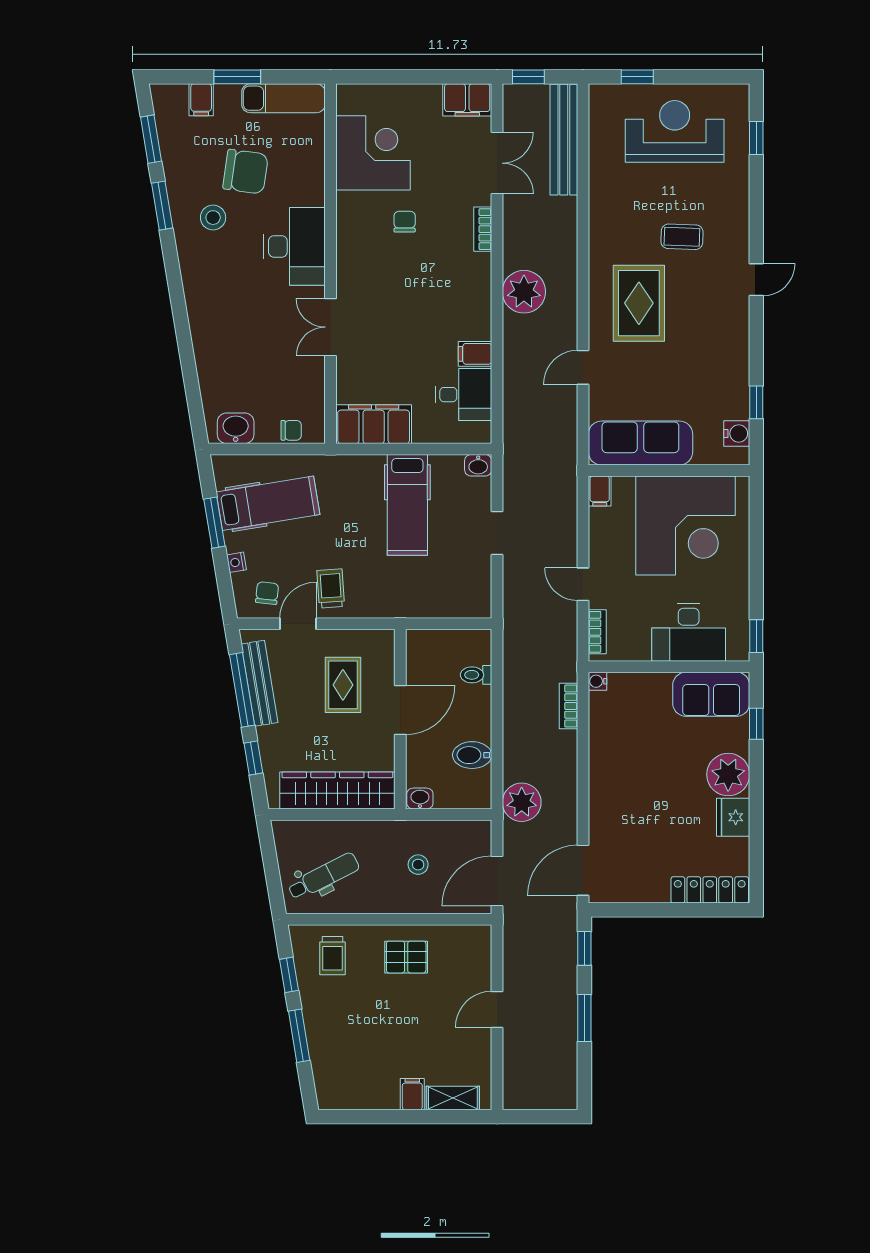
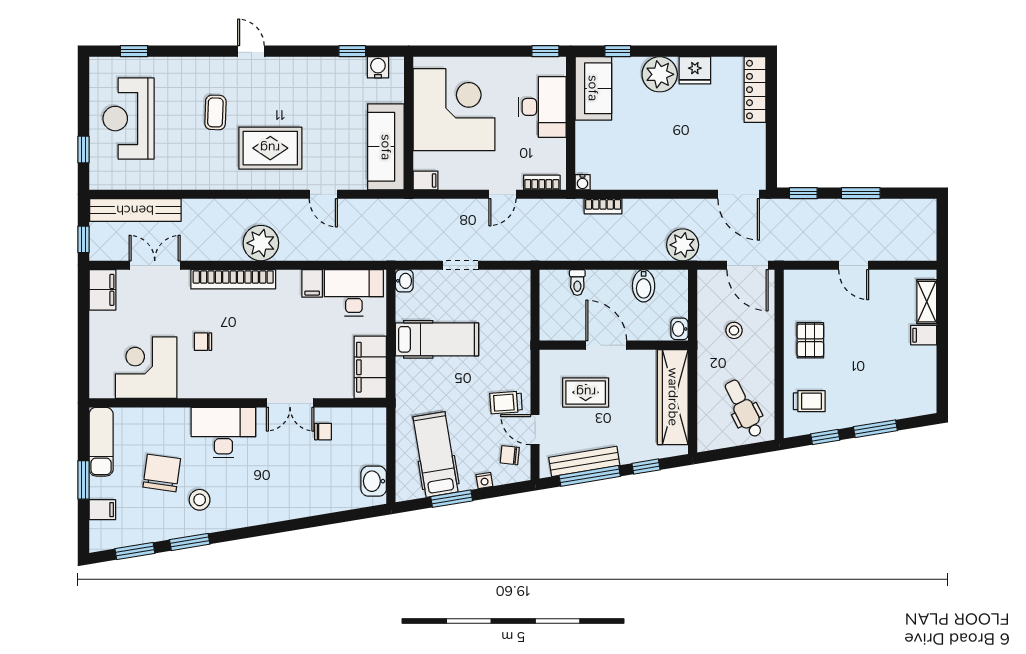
bookcase: (483, 229) -> (233, 279), width x2.31, depth x1.31
desk: (463, 395) -> (354, 293), width x1.37
chair: (291, 430) -> (323, 432), moved, turned 90

